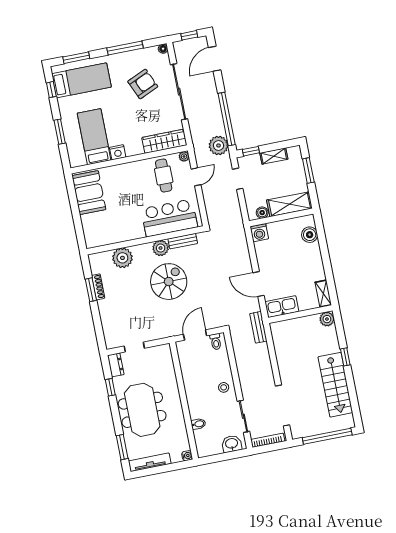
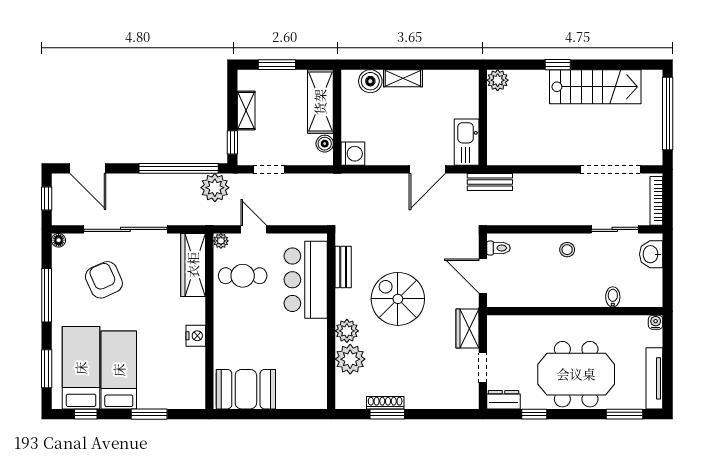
bed: (94, 137) -> (119, 370), moved, turned 90
plant: (161, 248) -> (347, 331), moved
shelving: (323, 294) -> (403, 78), moved
wardrobe: (158, 332) -> (468, 329), added

